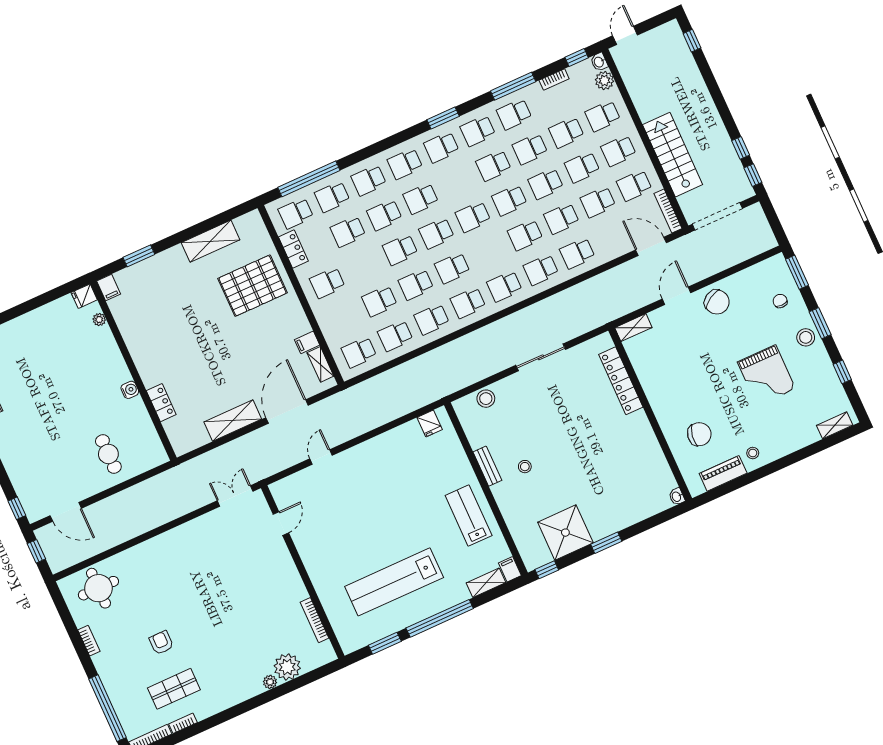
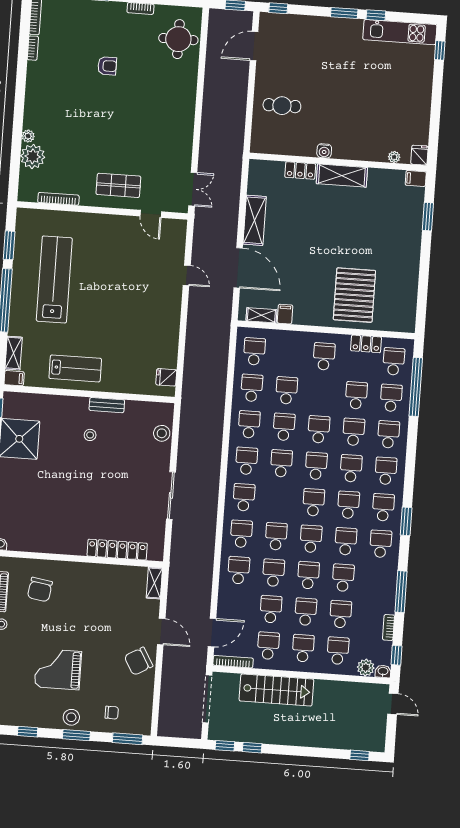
school desk: (514, 114) -> (348, 505), moved
shelving: (210, 241) -> (342, 176), moved, turned 90
shop shelf: (174, 689) -> (118, 185), moved, turned 90

